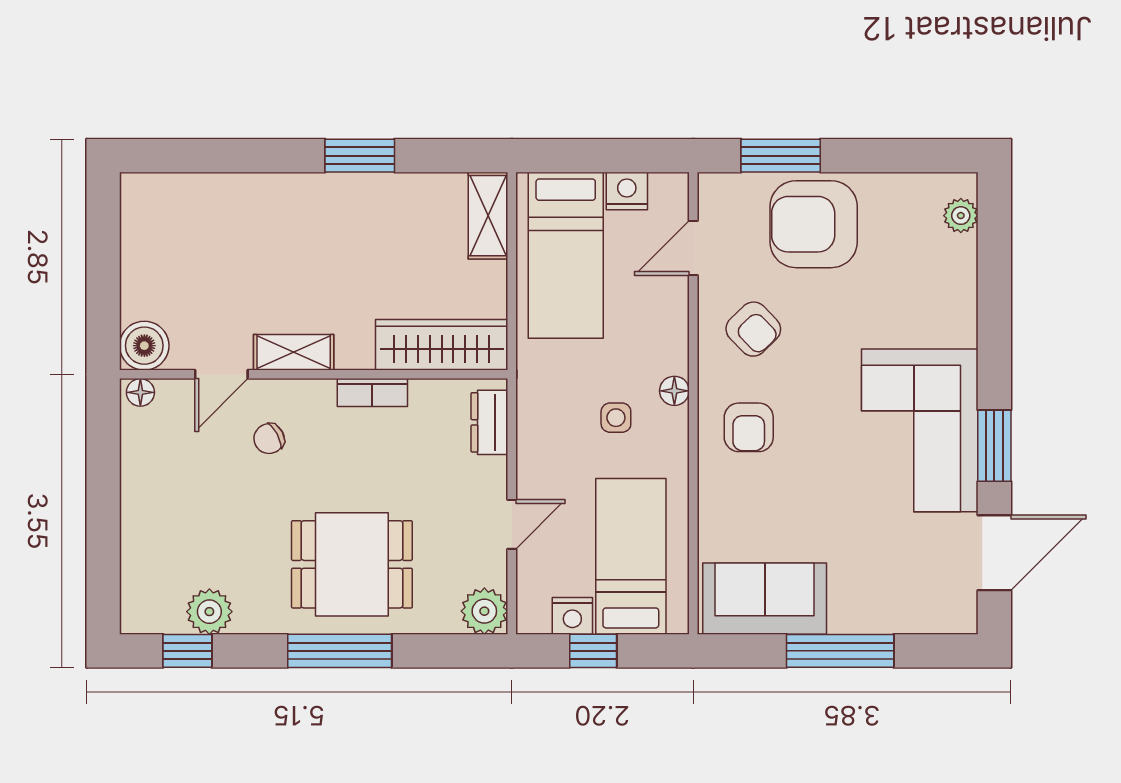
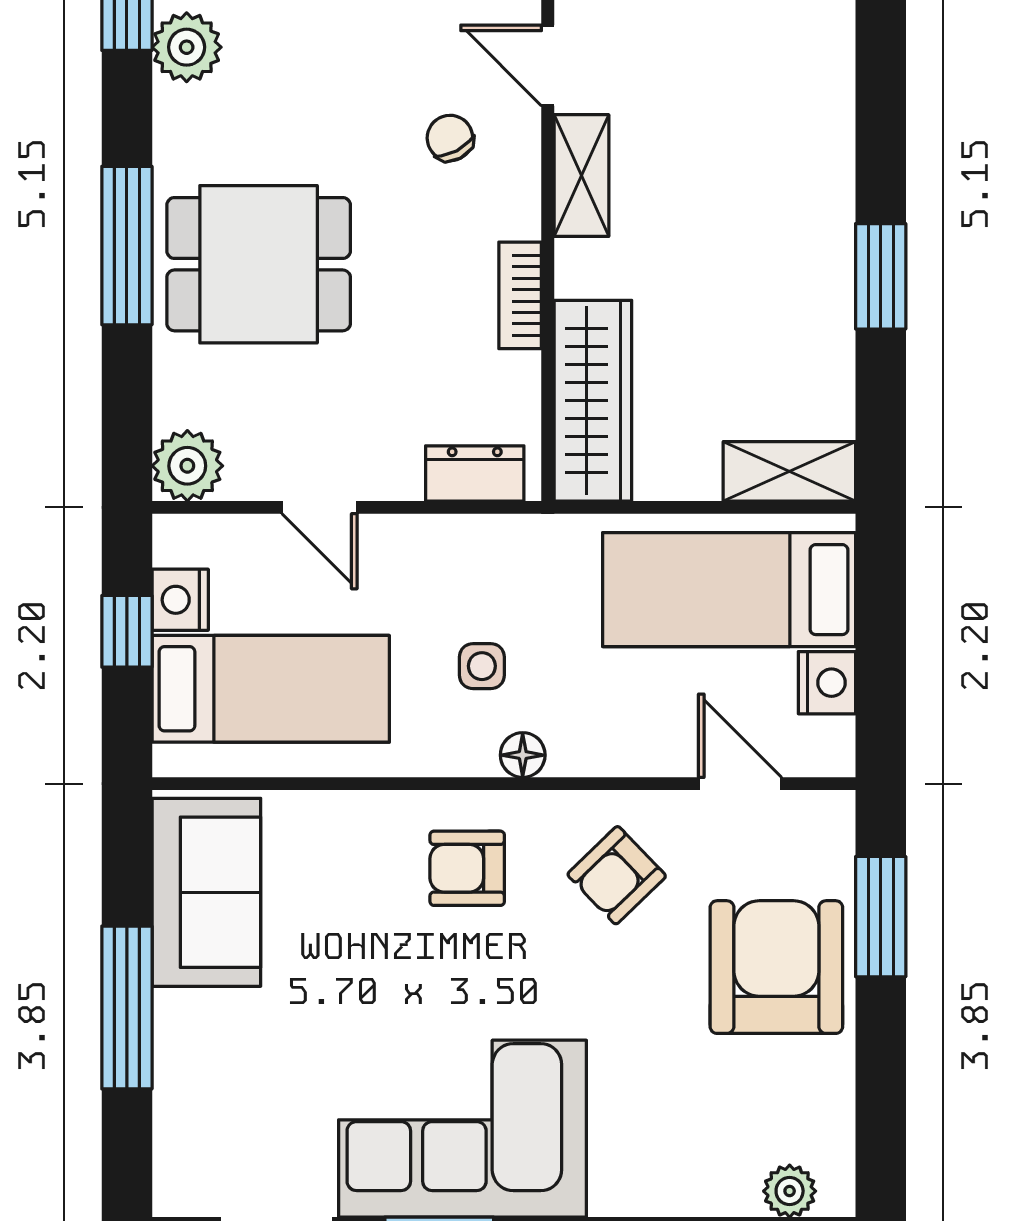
dining table: (352, 564) -> (259, 264), turned 90

